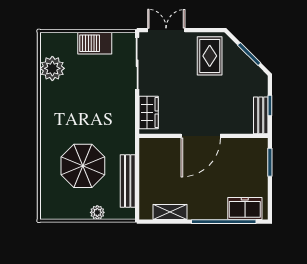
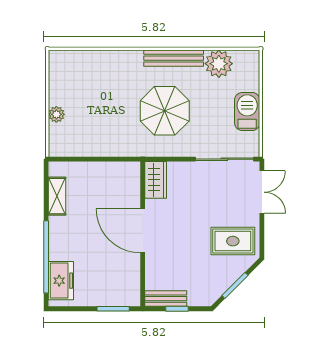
wardrobe: (149, 113) -> (156, 180), moved, turned -90
parasol: (83, 166) -> (165, 111), moved
bench: (128, 181) -> (174, 58), moved

